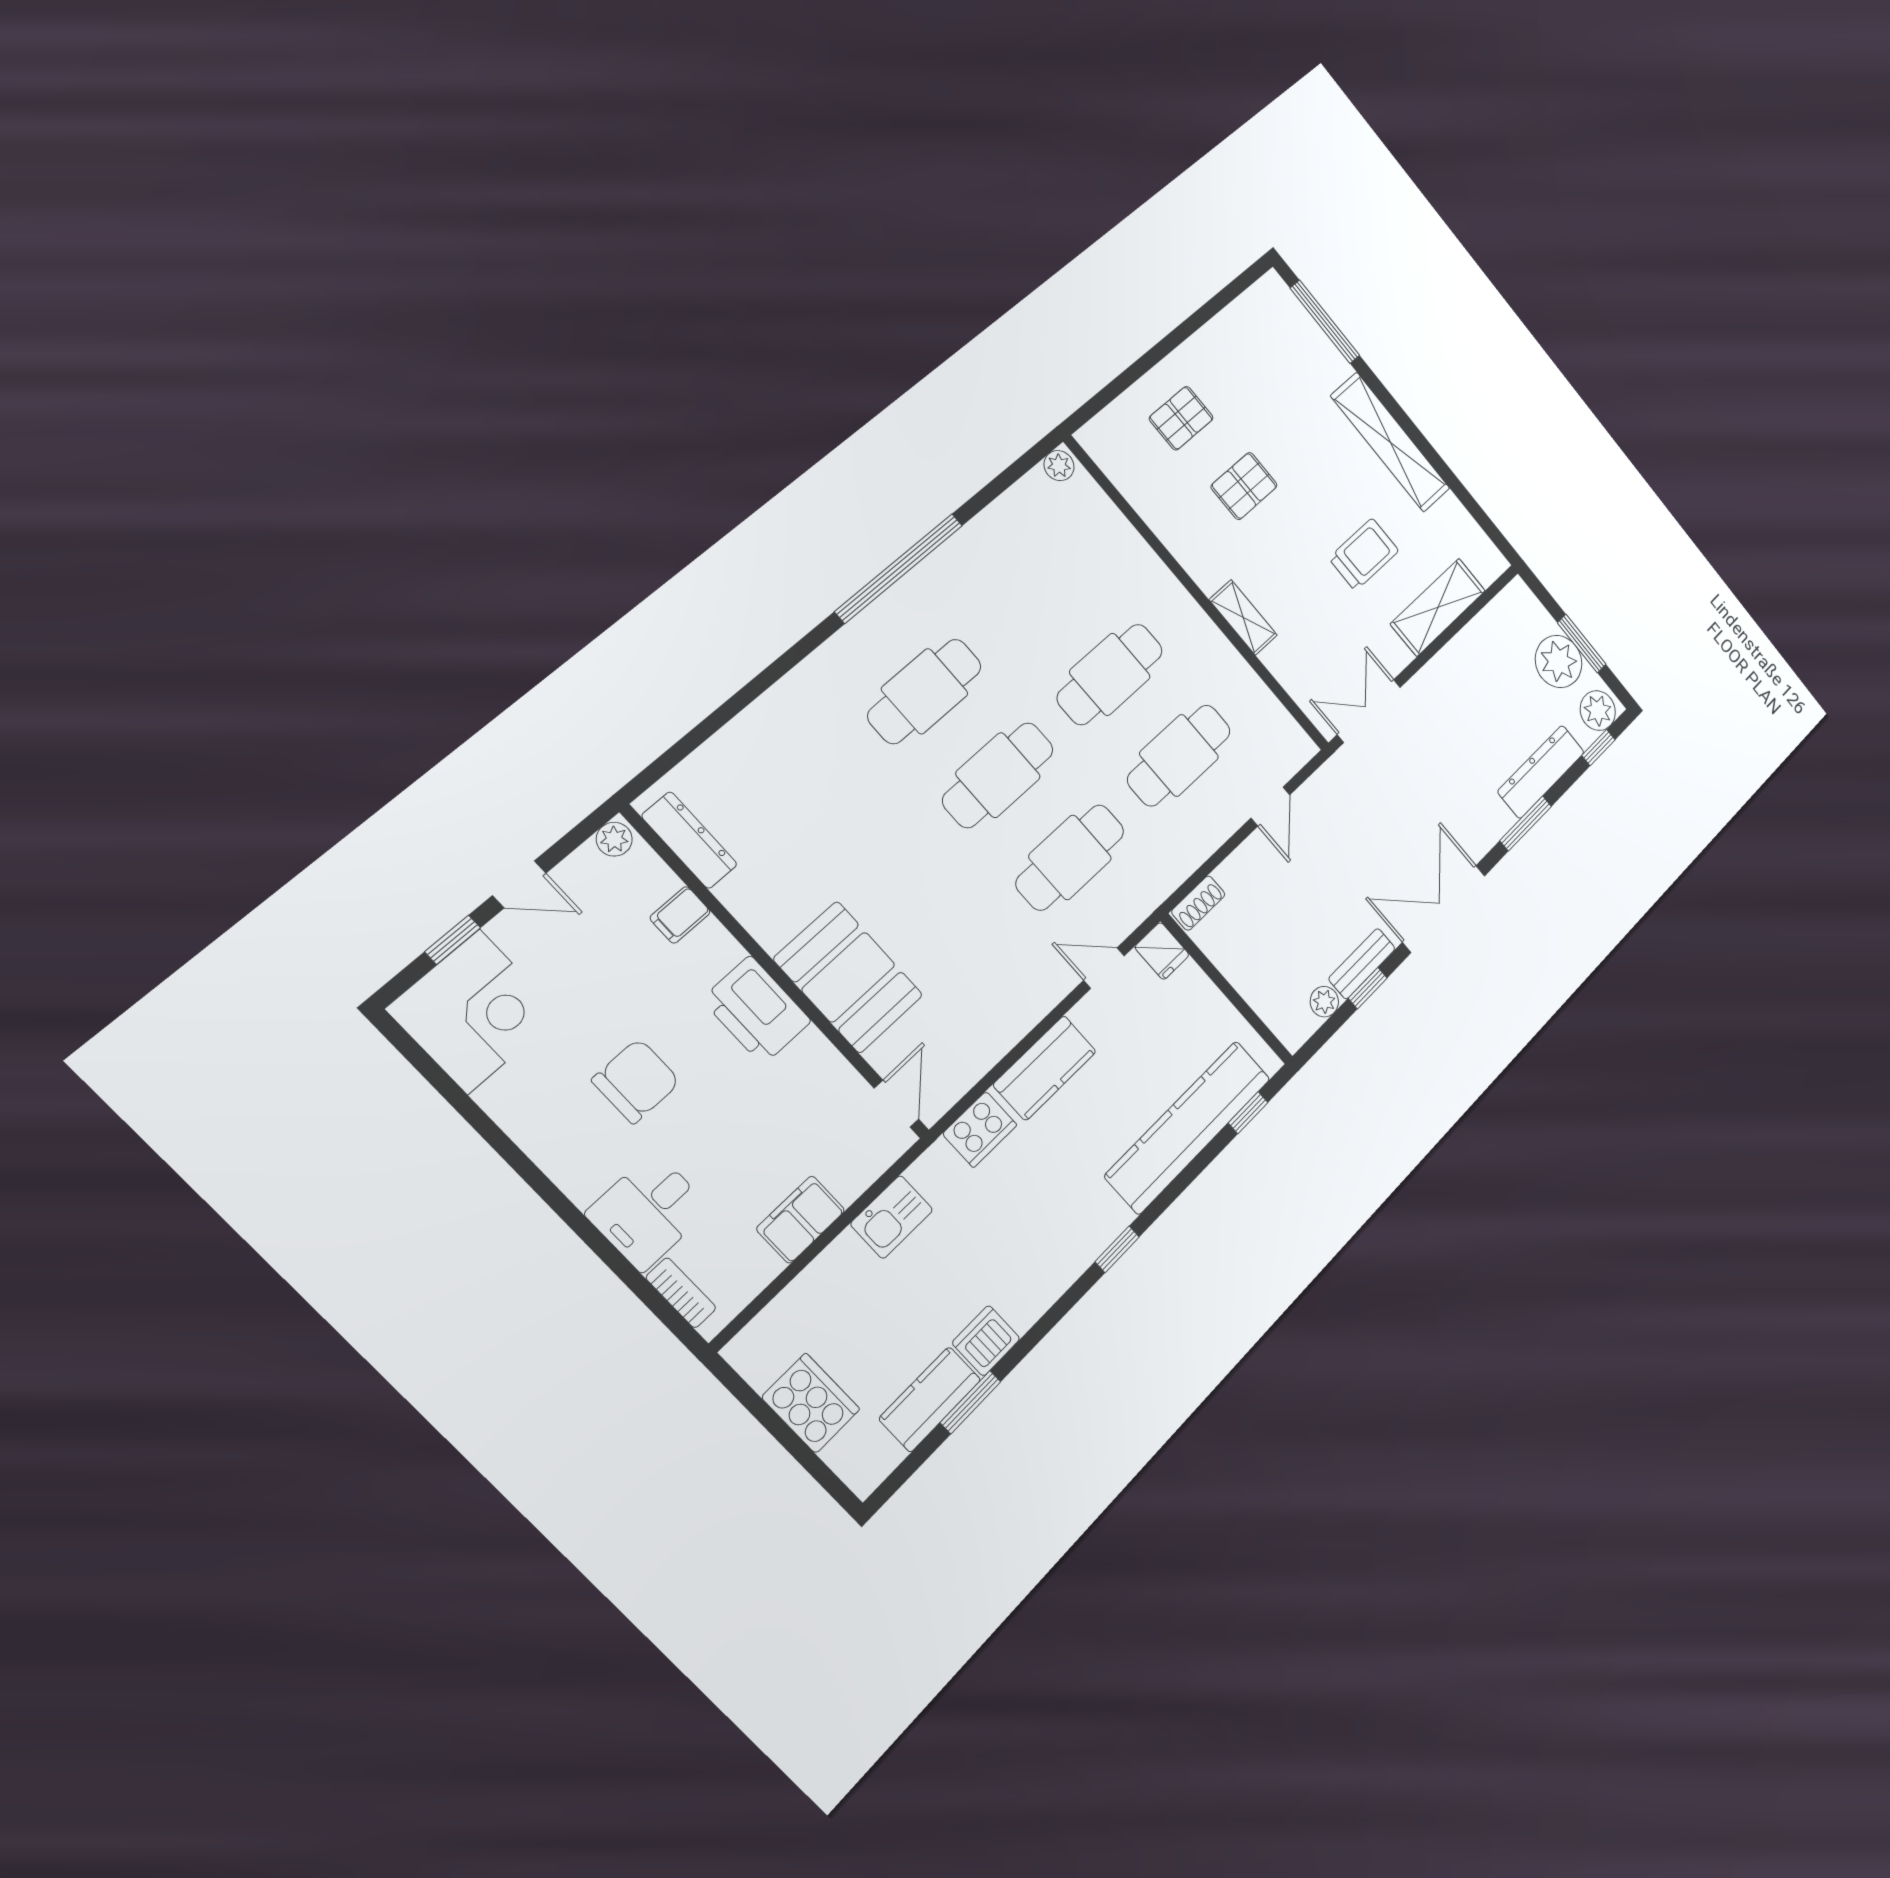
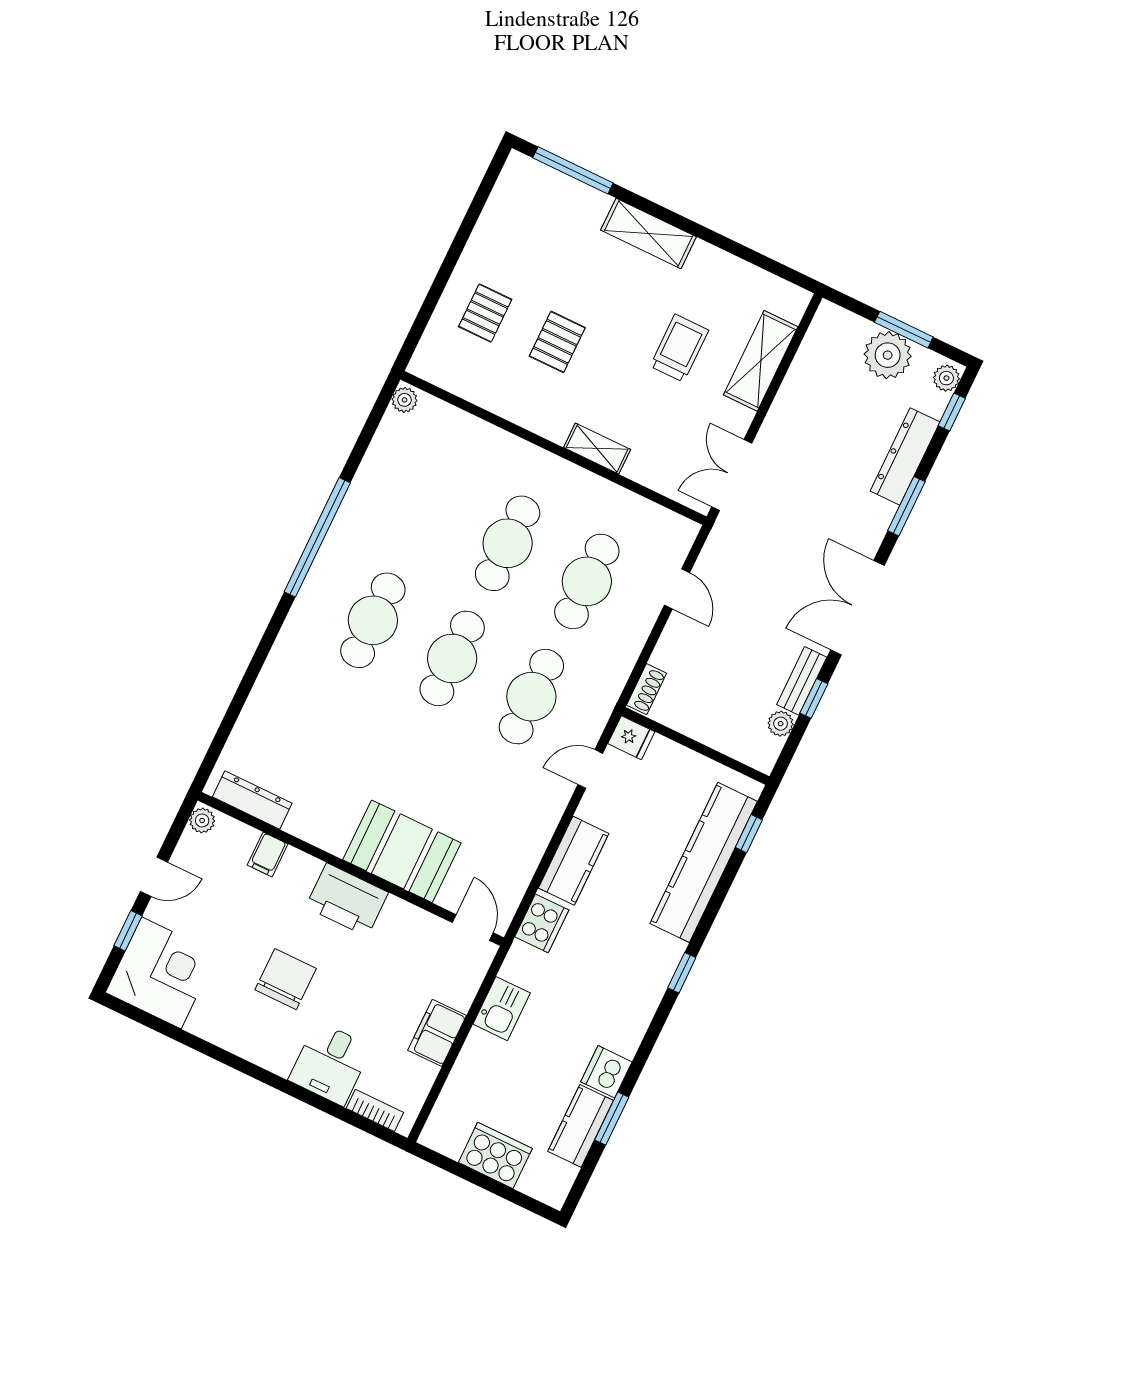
shelving: (1390, 442) -> (649, 233), width x0.68
plant: (1598, 711) -> (946, 378), width x0.73, depth x0.73

